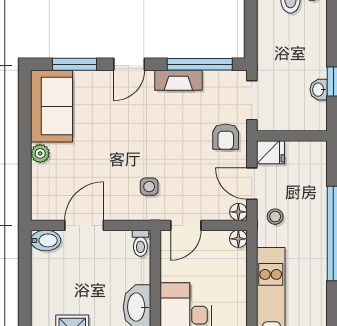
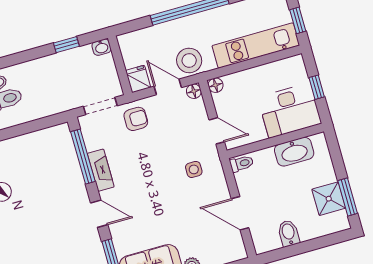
washbasin: (319, 90) -> (101, 47), moved
door: (252, 184) -> (168, 87), swing flipped
stool: (275, 217) -> (189, 60), width x1.89, depth x1.89
bidet: (46, 240) -> (289, 233), moved

